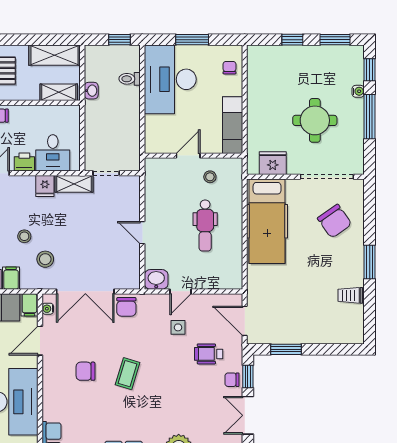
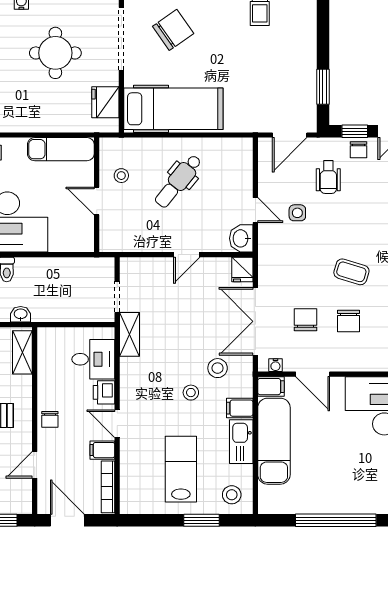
fridge: (45, 186) -> (242, 270), moved, turned 90
dental chair: (205, 226) -> (178, 181), turned 129
double door: (85, 291) -> (255, 321), swing flipped
chair: (126, 307) -> (305, 320), moved, turned -90

